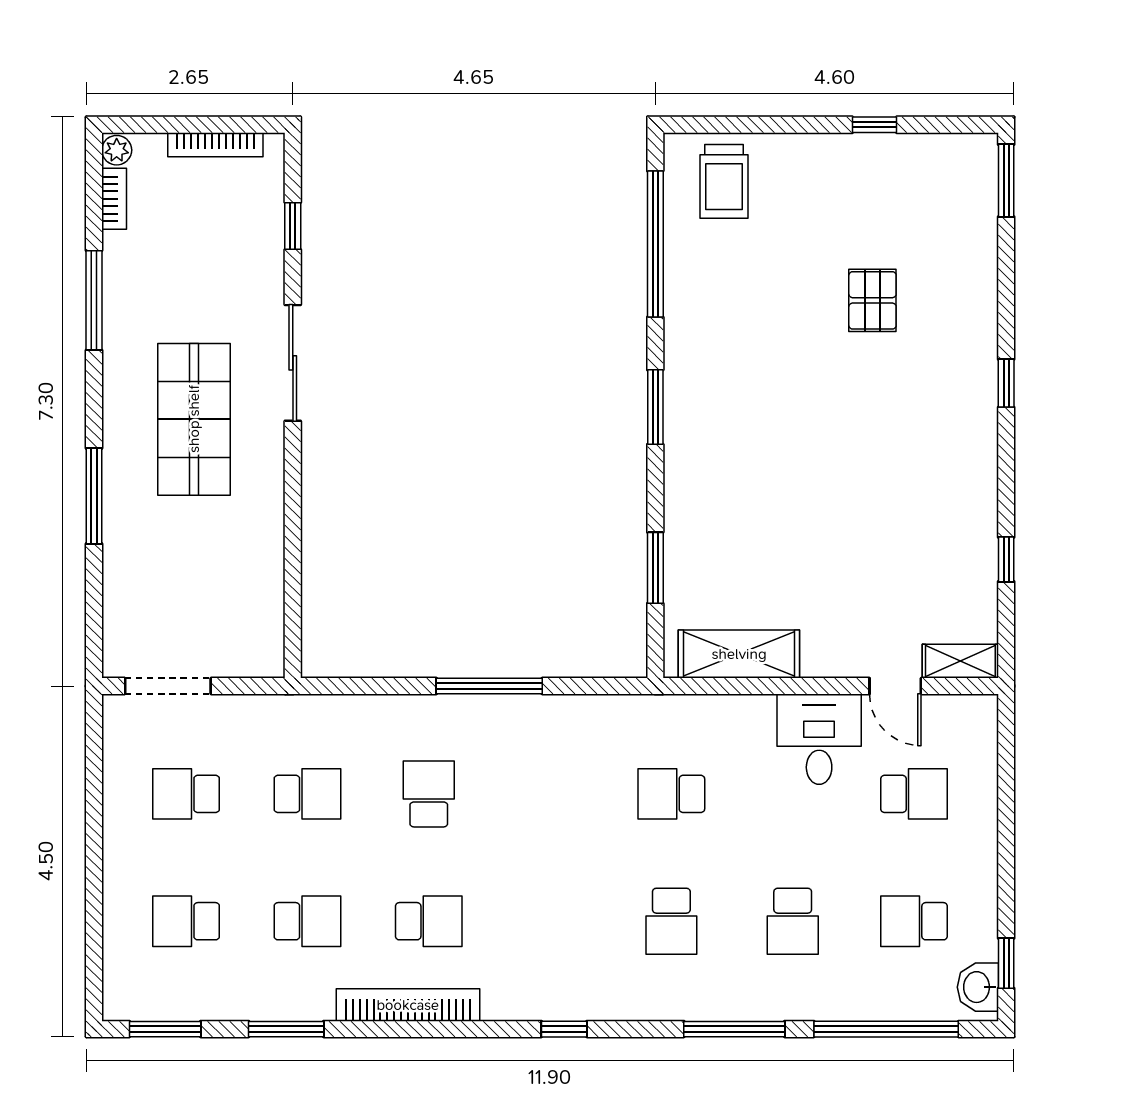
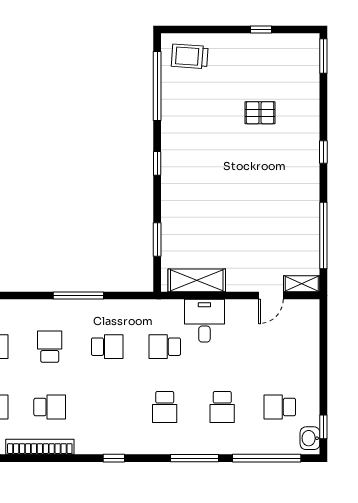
trolley: (724, 181) -> (190, 56), turned 94
pallet: (872, 300) -> (260, 113), turned 90
window: (655, 407) -> (157, 163), width x0.67
window: (1006, 559) -> (323, 235), width x3.17
door: (895, 686) -> (271, 296), hinge flipped
desk: (819, 739) -> (204, 321), moved
school desk: (914, 794) -> (107, 347), moved

